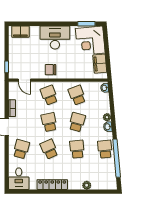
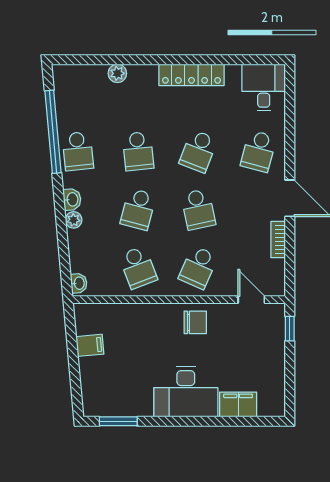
filing cabinet: (20, 32) -> (238, 404), moved
corner desk: (90, 41) -> (110, 385), removed
filing cabinet: (100, 64) -> (90, 345), width x0.50
school desk: (49, 95) -> (198, 267), turned 45
school desk: (49, 149) -> (198, 151), turned 45

